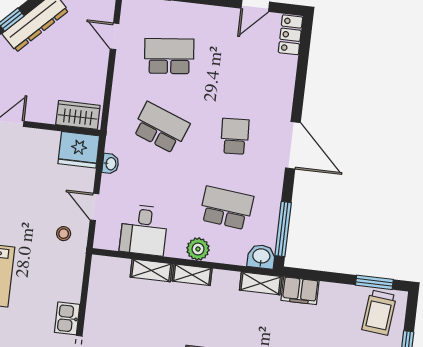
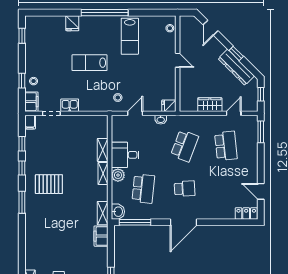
wardrobe: (78, 115) -> (210, 105), moved, turned -90
fridge: (79, 150) -> (169, 106), width x0.53, depth x0.75
desk: (144, 230) -> (125, 155), moved

